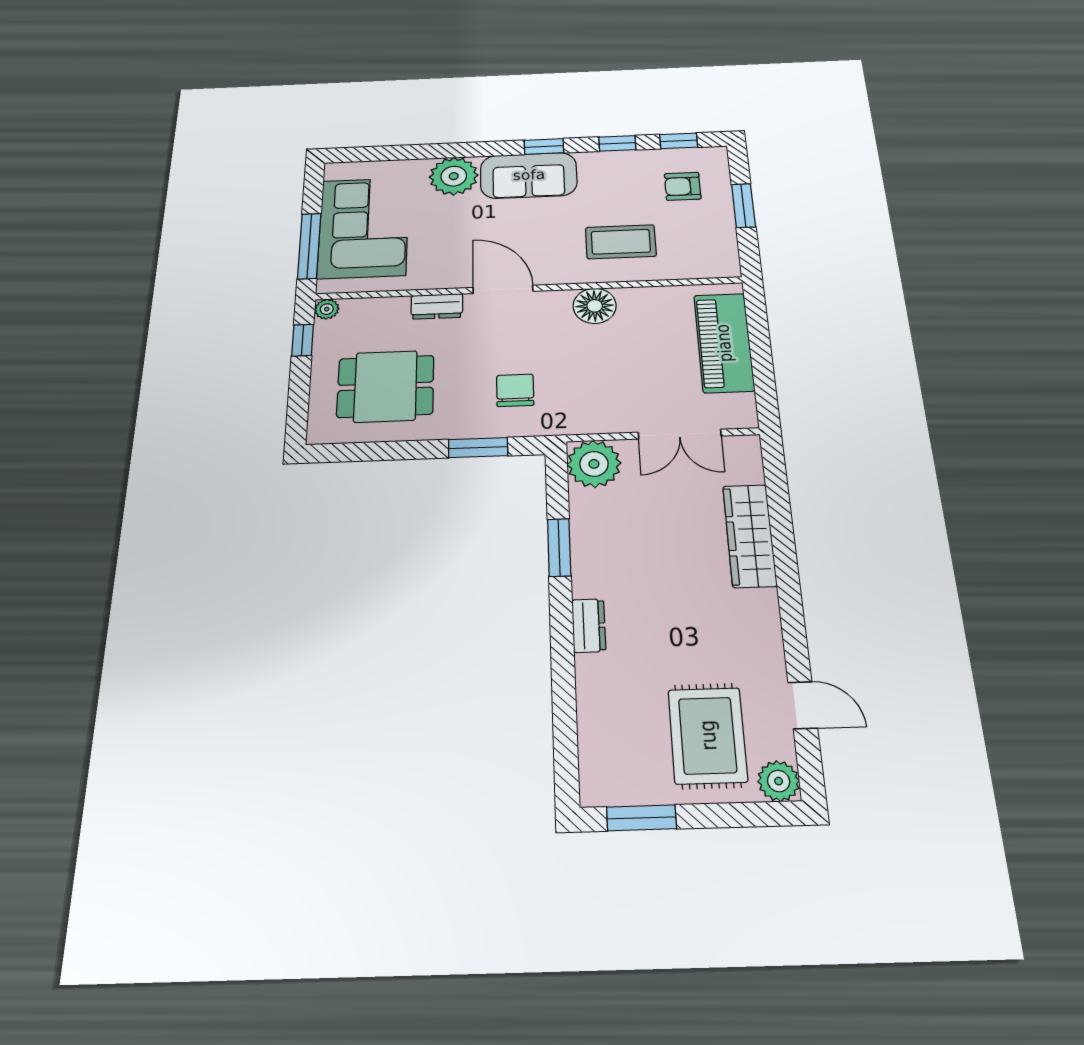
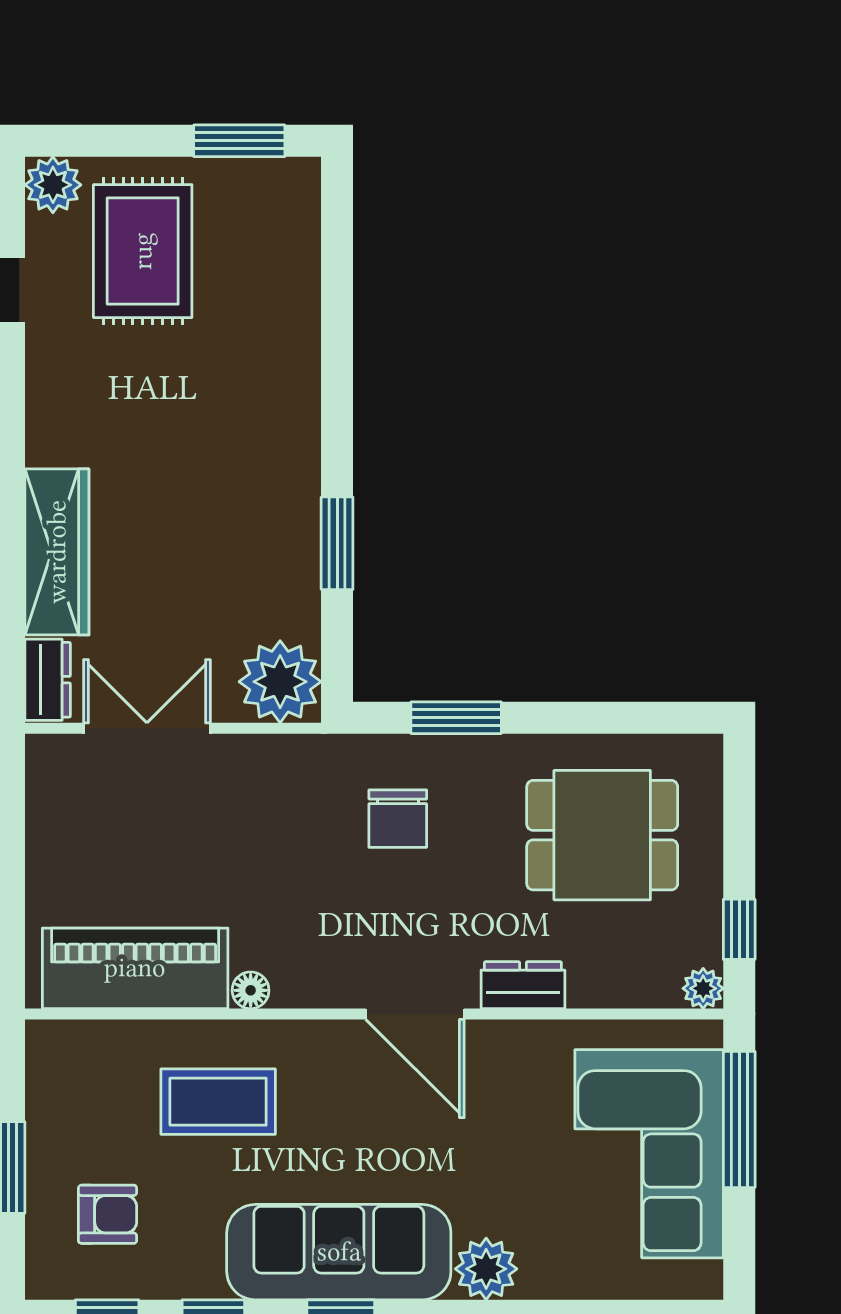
sofa: (529, 175) -> (339, 1252), width x1.36
plant: (454, 176) -> (486, 1269), width x0.73, depth x0.73
floor lamp: (595, 306) -> (251, 990), width x0.53, depth x0.53
piano: (724, 343) -> (135, 968), moved, turned -90
dresser: (589, 626) -> (48, 680), moved, turned 180

